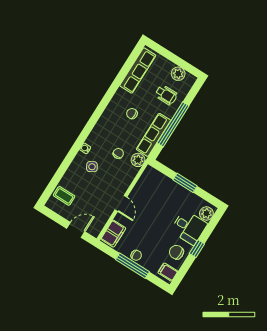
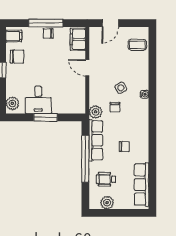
side table: (92, 167) -> (121, 88), moved
desk: (189, 227) -> (38, 100), moved, turned -90

